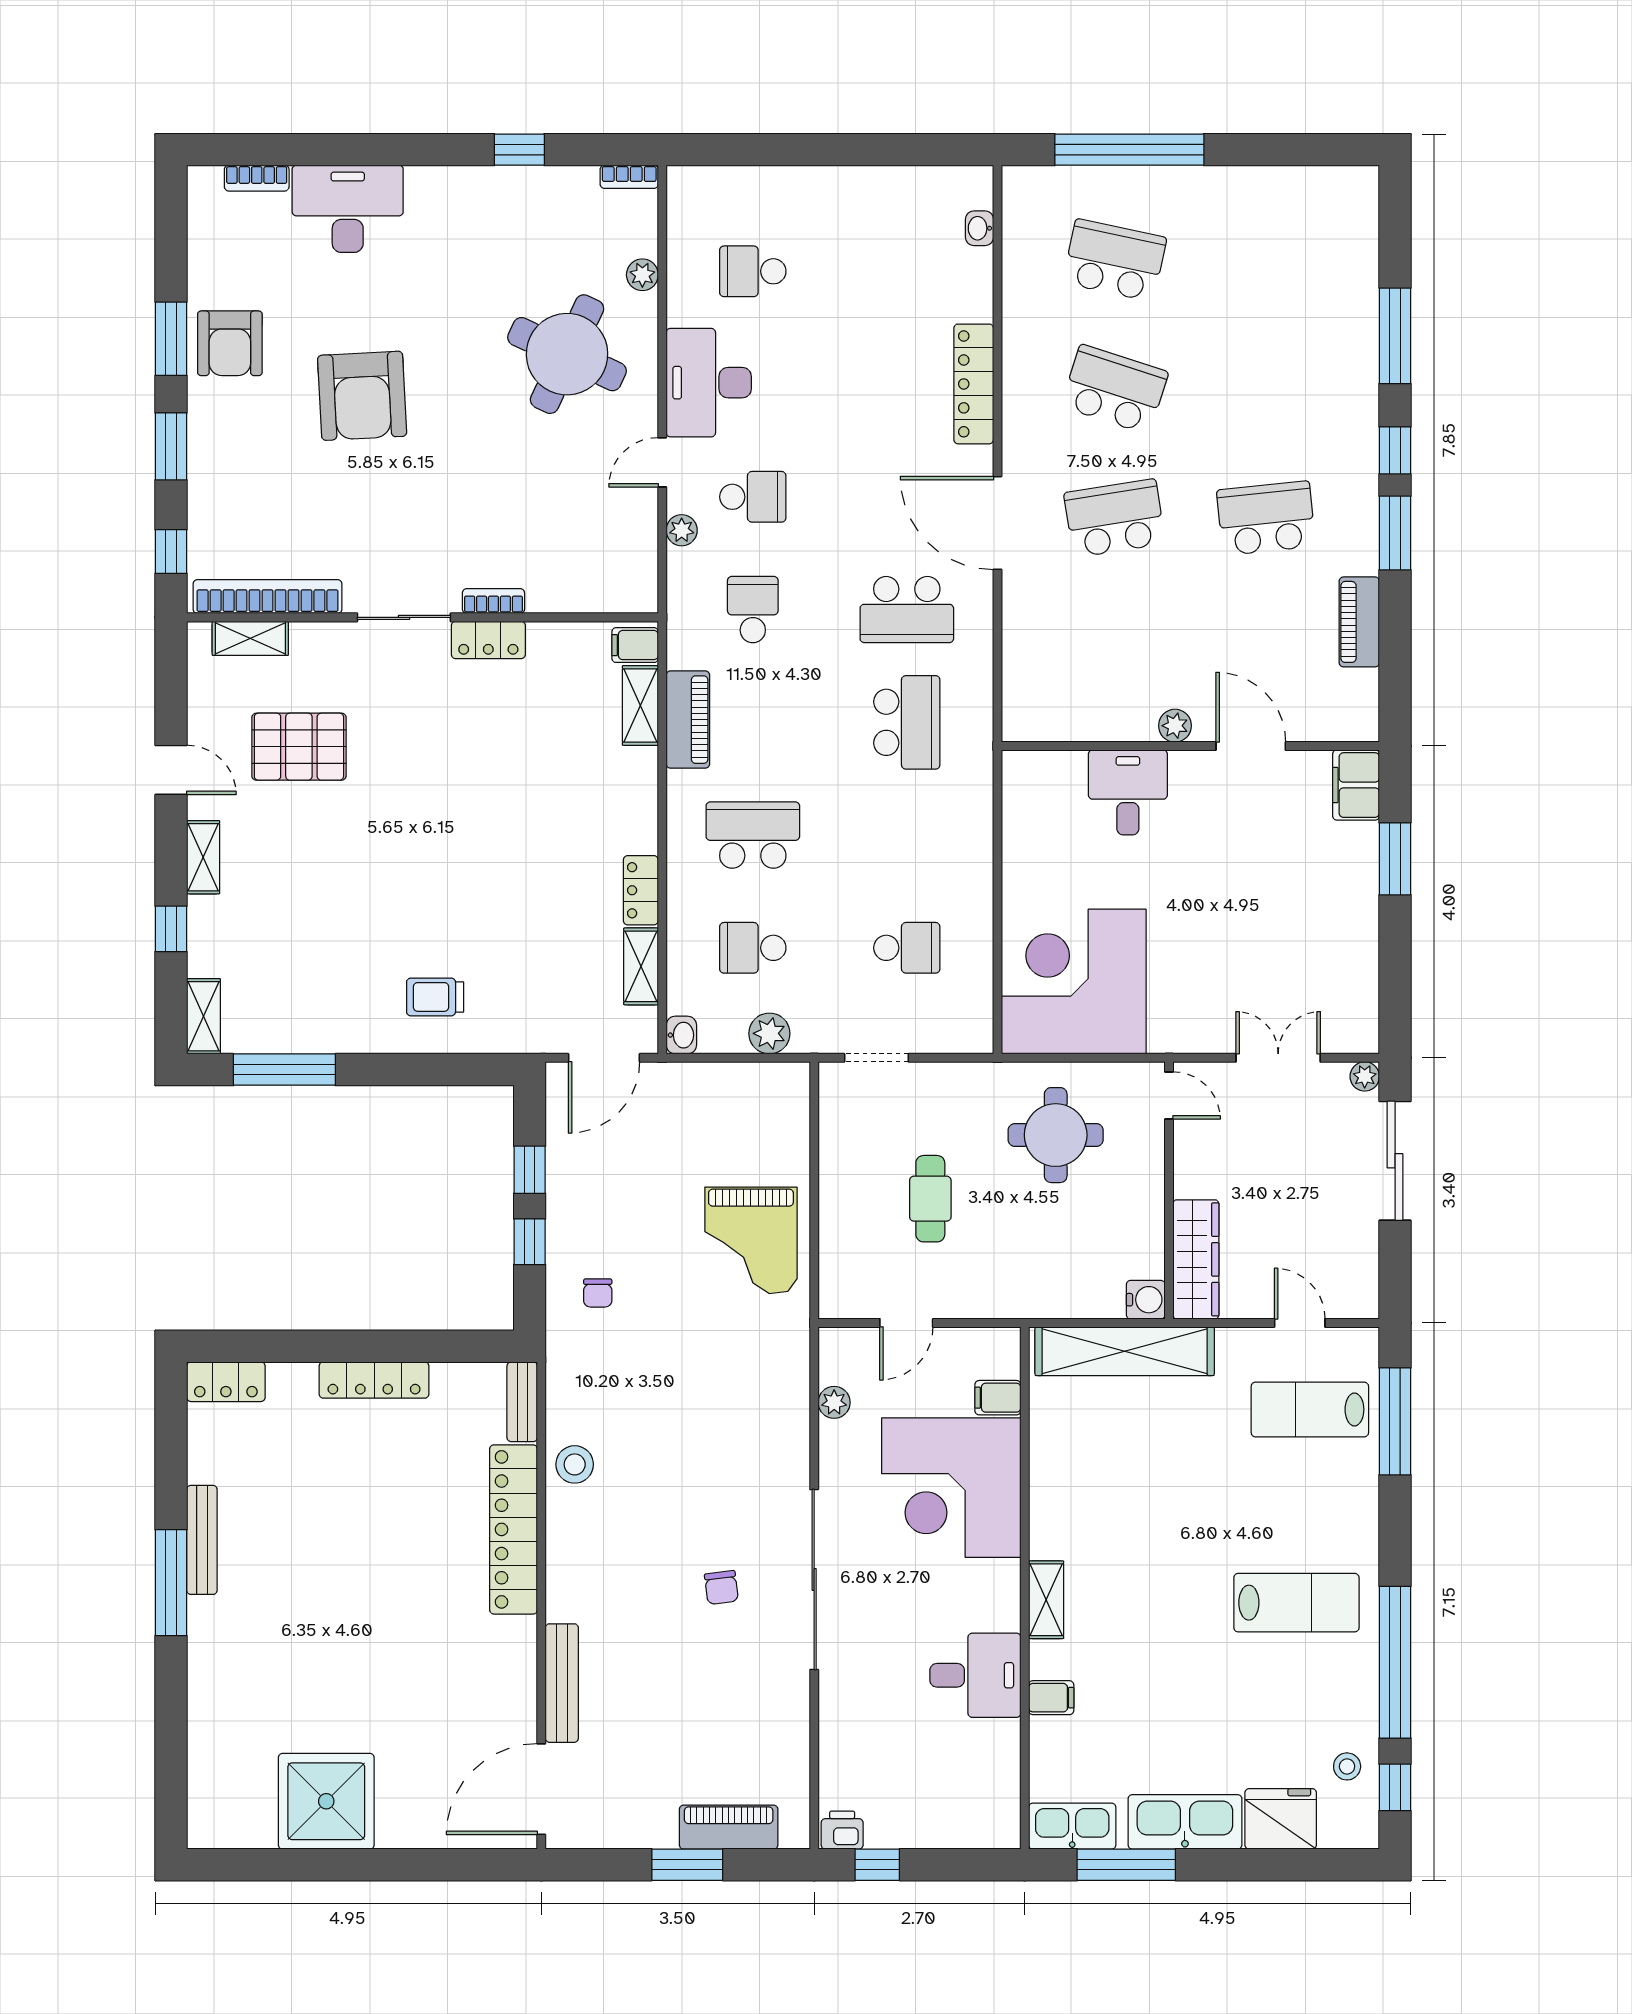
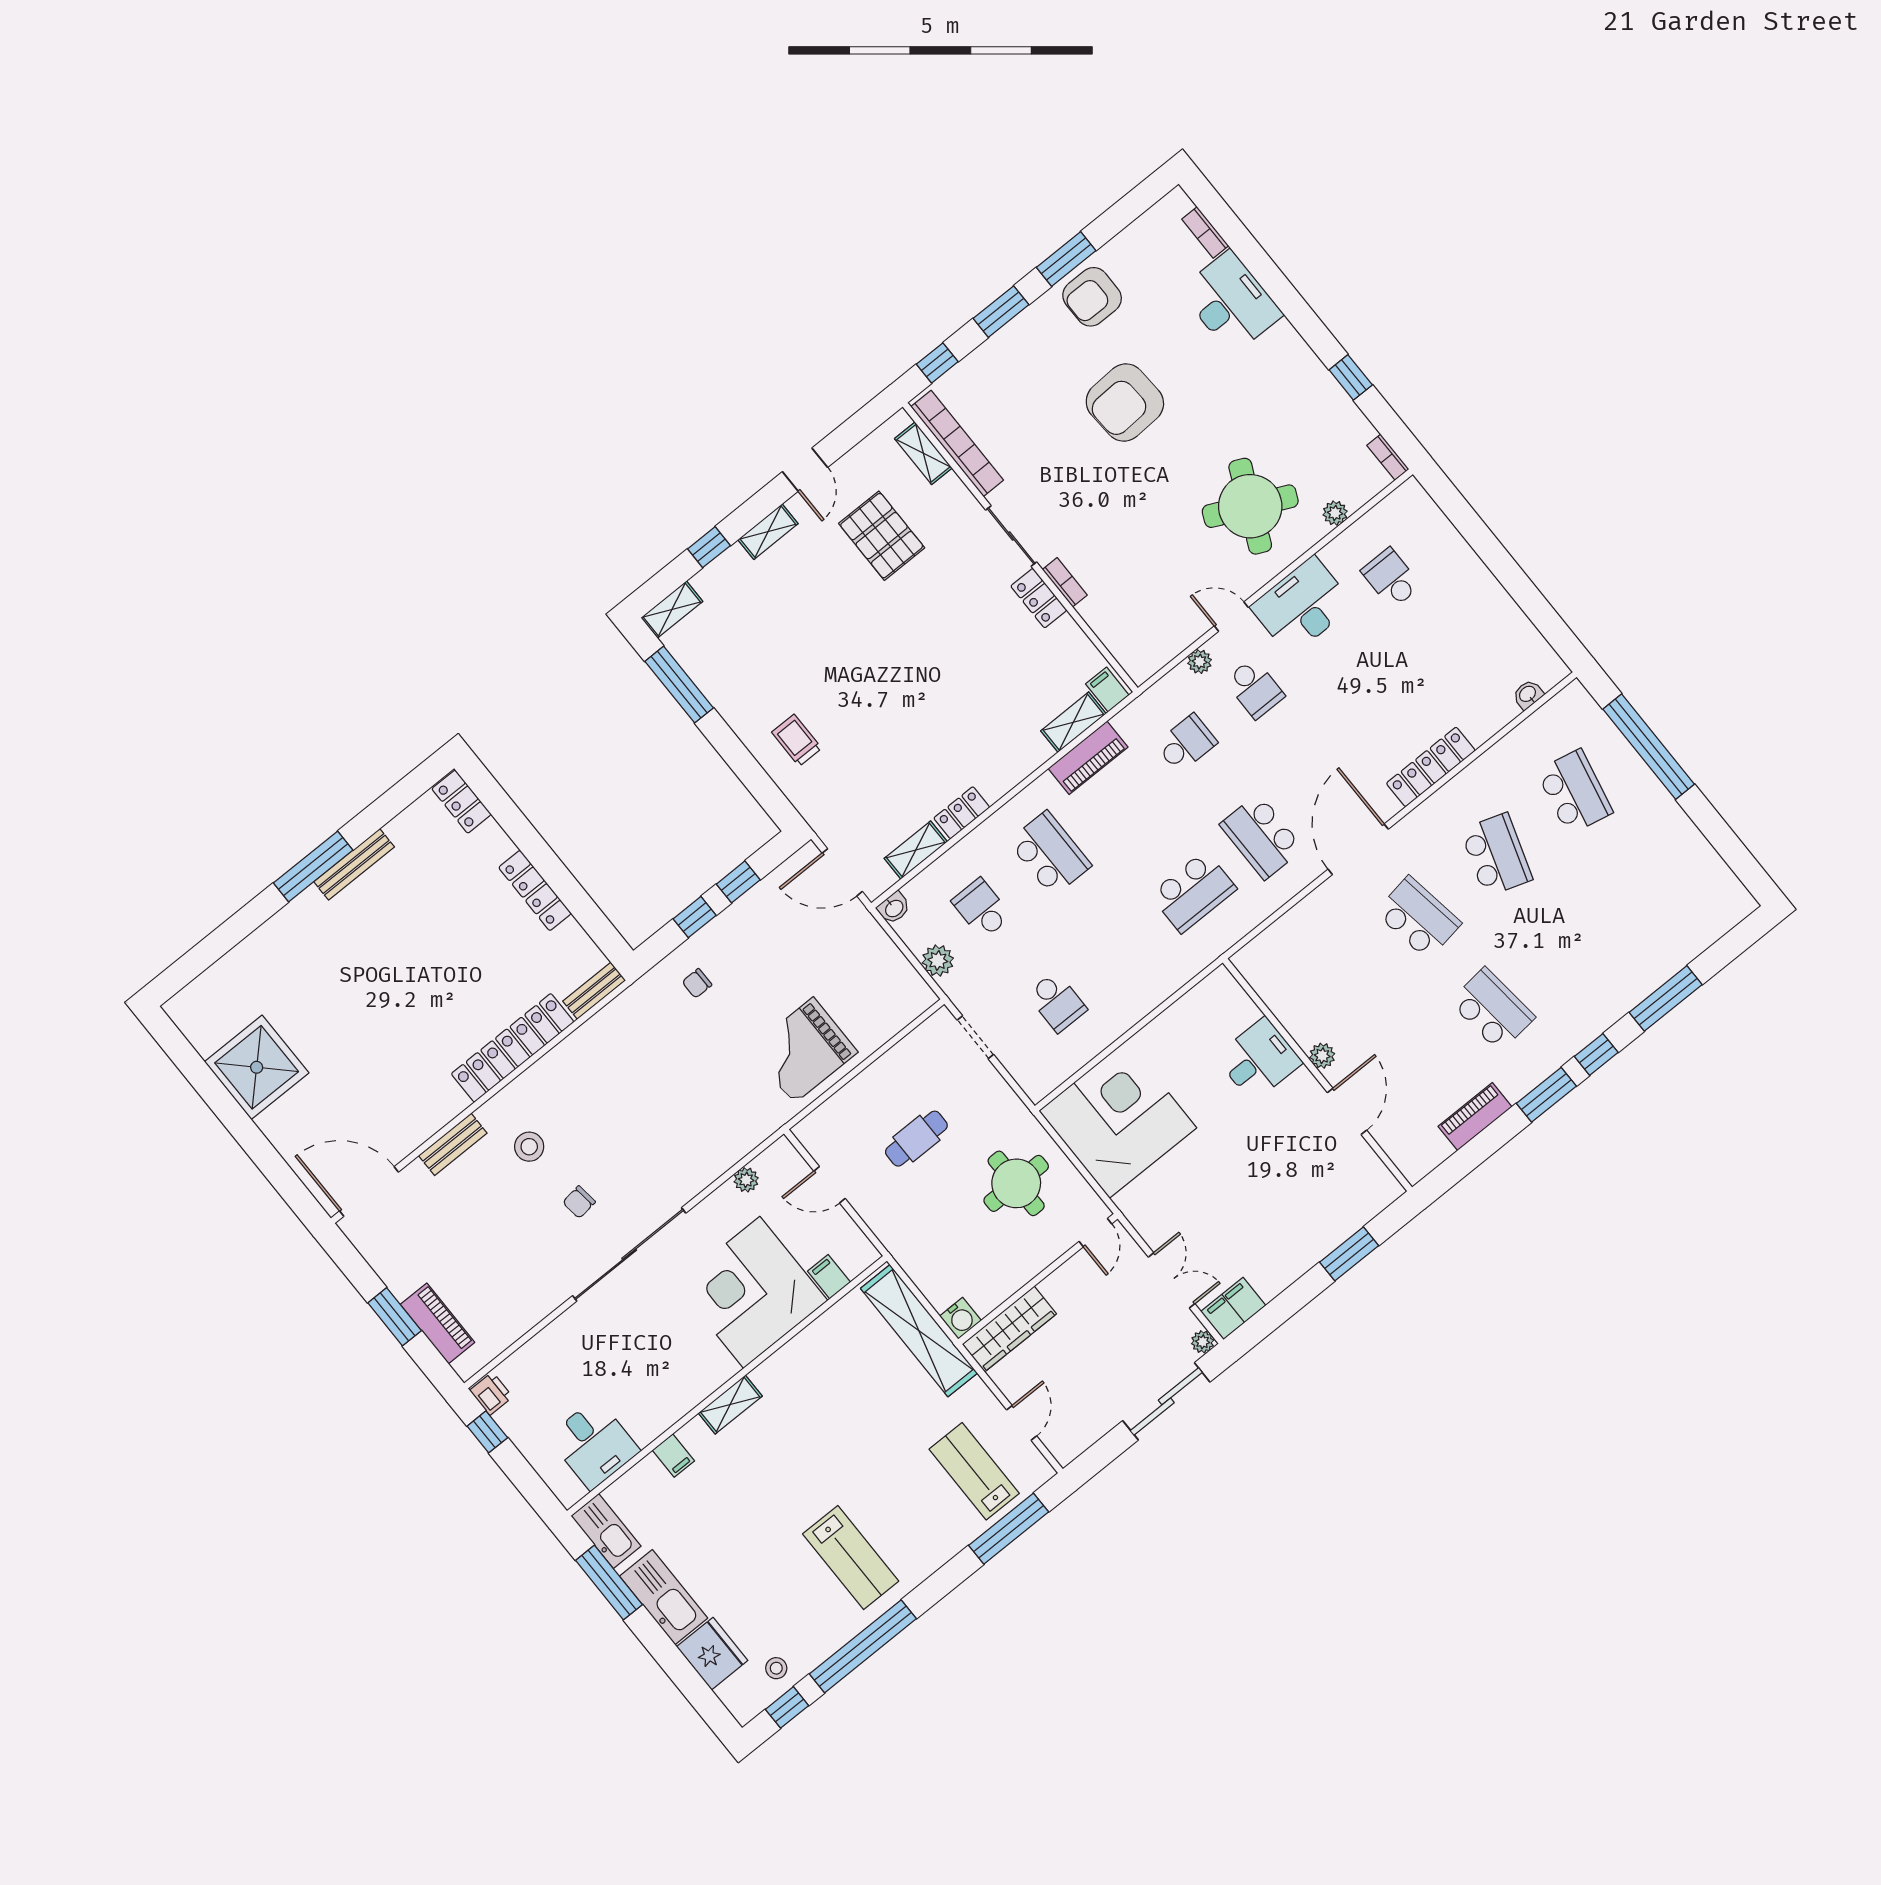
filing cabinet: (1356, 785) -> (1233, 1308), moved
stool: (575, 1464) -> (529, 1147), moved
desk: (975, 1675) -> (594, 1444), moved
bench: (562, 1683) -> (453, 1144), width x0.73

